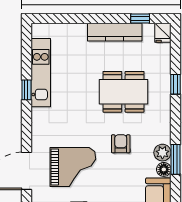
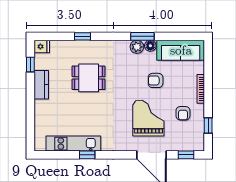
kitchen counter: (115, 32) -> (41, 85), width x0.67
dining table: (123, 92) -> (89, 78), width x0.73
armchair: (121, 144) -> (156, 80), moved

